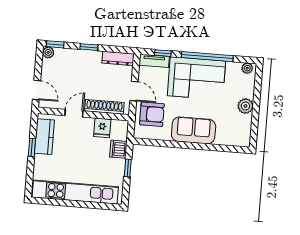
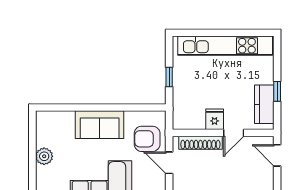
fridge: (102, 128) -> (215, 119), moved
dishwasher: (118, 149) -> (181, 97), removed

